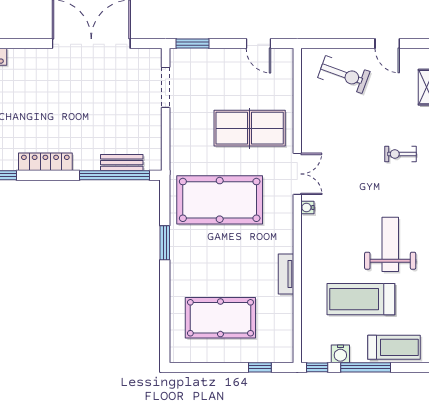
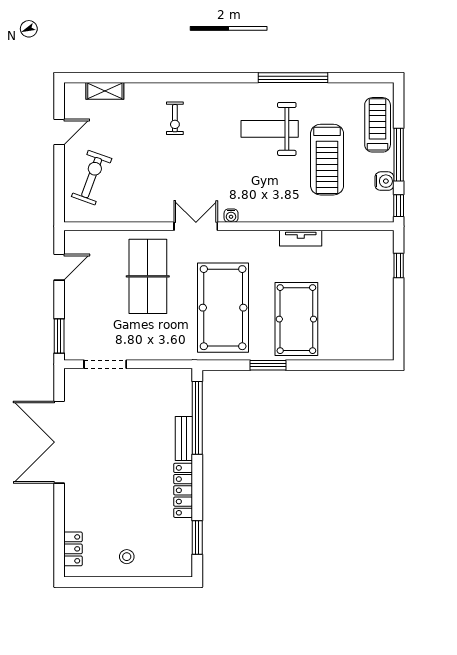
bench: (122, 163) -> (184, 439), moved
pool table: (220, 318) -> (296, 319), moved

